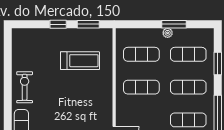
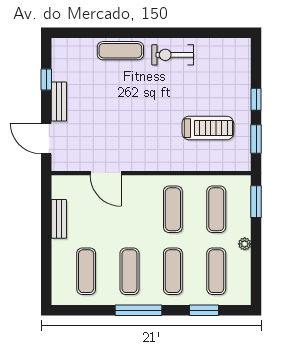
window: (174, 24) -> (256, 202), moved
treadmill: (80, 61) -> (208, 128), turned -90
exercise bike: (25, 87) -> (173, 55), turned 180

